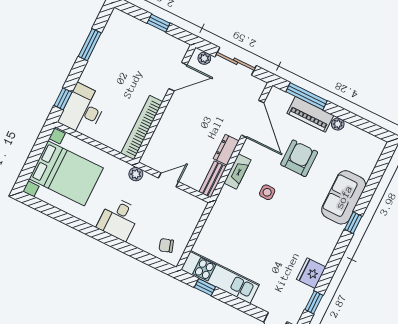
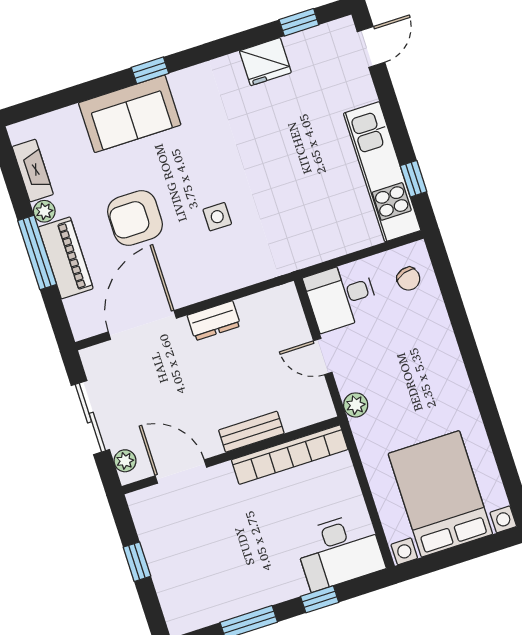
window: (306, 96) -> (37, 253), moved
window: (63, 99) -> (320, 599), moved
fireplace: (237, 171) -> (33, 171), moved, turned 90
bench: (213, 179) -> (251, 432), moved
desk: (119, 219) -> (341, 296), moved, turned 180

